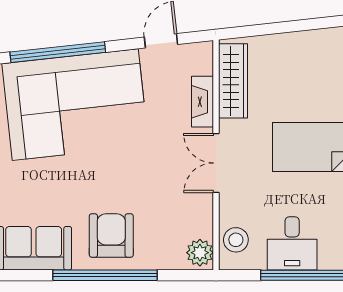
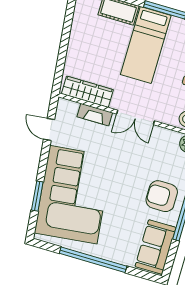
window: (58, 52) -> (37, 196), width x0.47

